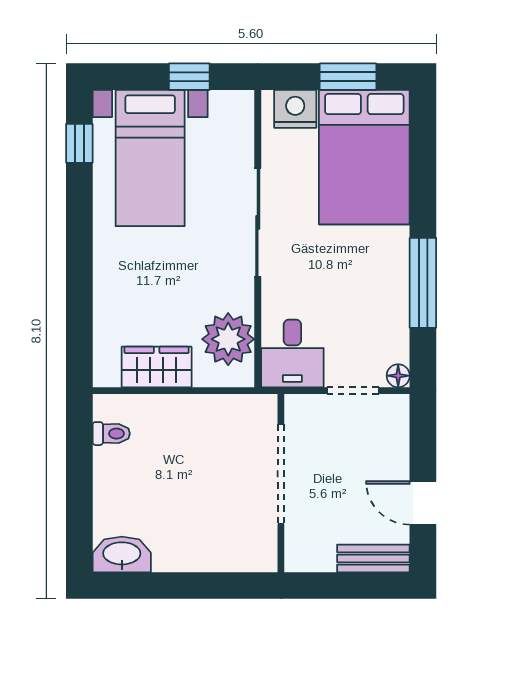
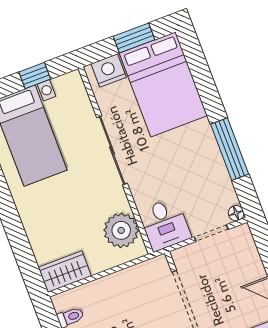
wardrobe: (157, 367) -> (65, 272), moved

